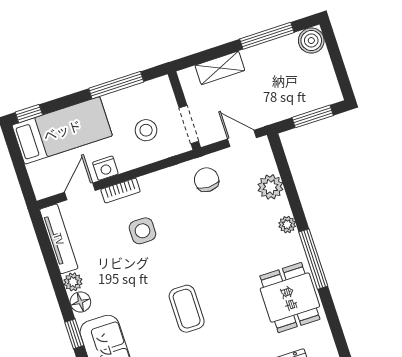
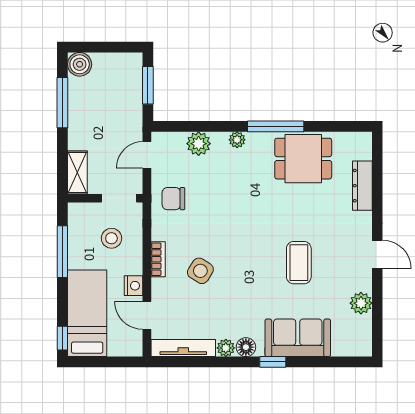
shelving: (220, 68) -> (77, 172), moved
bookcase: (120, 191) -> (158, 259), moved
side table: (142, 231) -> (200, 271), turned 32
coffee table: (187, 309) -> (299, 263), moved, turned 90

